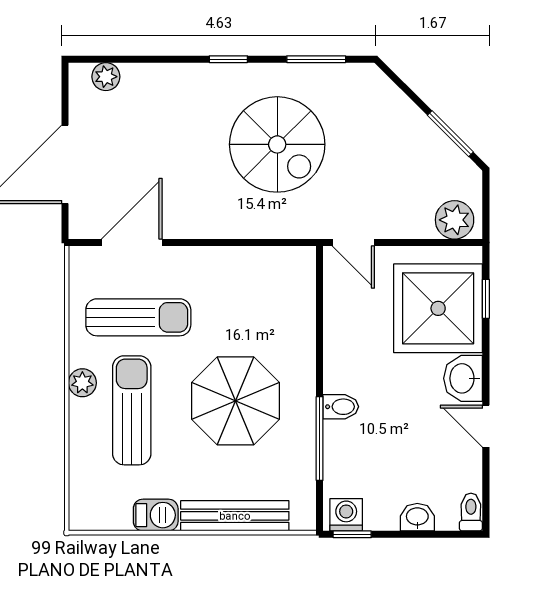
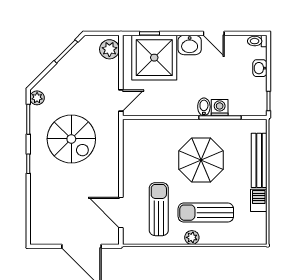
plant: (106, 77) -> (37, 98), moved
spiral stairs: (277, 144) -> (71, 139), turned 90
door: (486, 426) -> (214, 33), hinge flipped
washing machine: (346, 515) -> (220, 108), moved, turned 90

